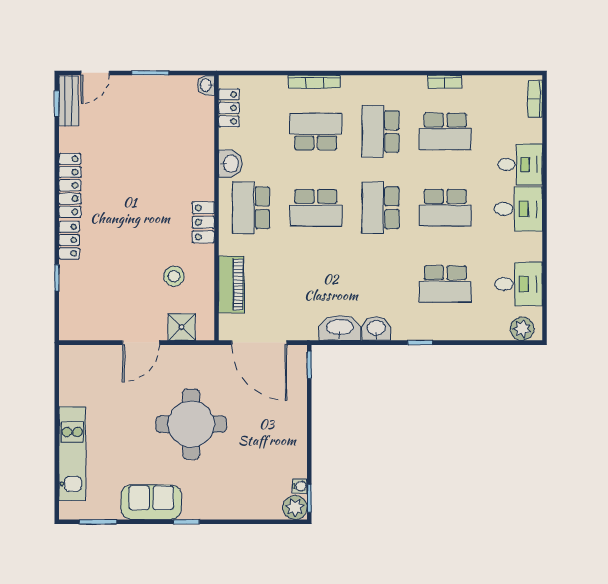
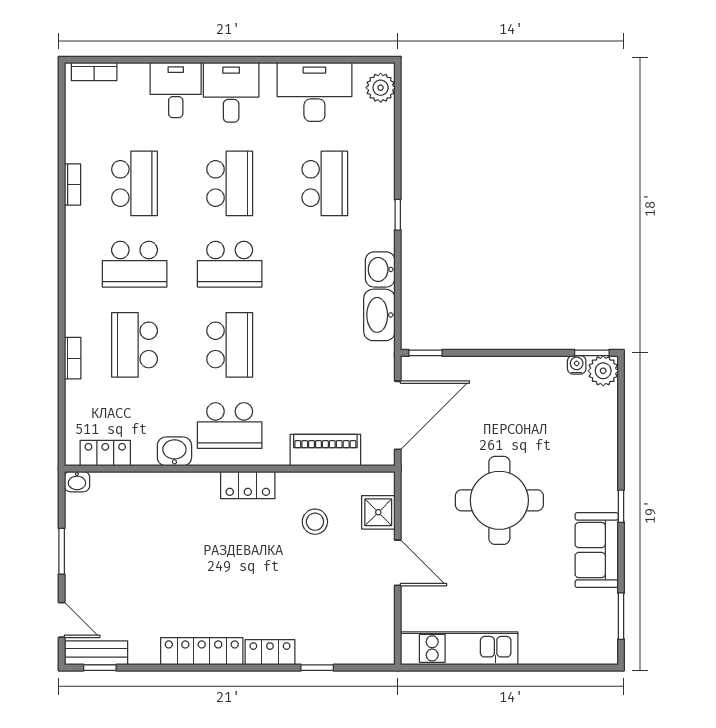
bookcase: (314, 82) -> (73, 358), width x0.64
desk: (519, 284) -> (314, 92), width x1.37
kitchen unit: (72, 454) -> (459, 648), moved

